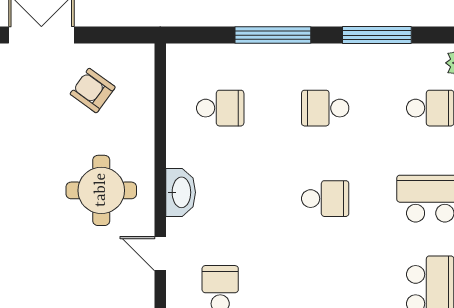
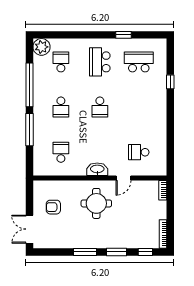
window: (377, 35) -> (29, 85), width x1.46
armchair: (93, 91) -> (53, 207), turned 54
school desk: (325, 199) -> (100, 107), turned 180

